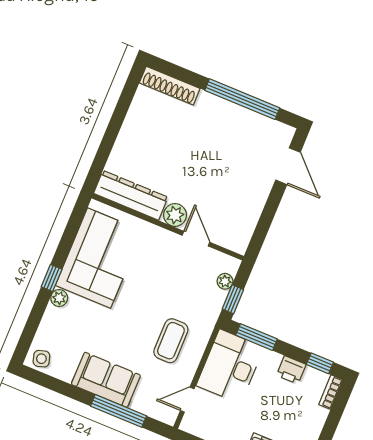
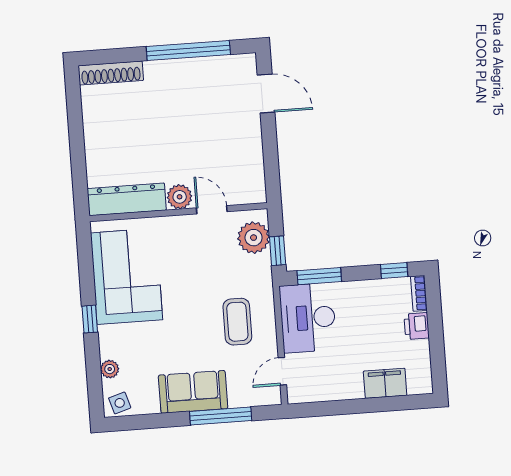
plant: (225, 281) -> (254, 238), width x1.87, depth x1.87
plant: (59, 298) -> (110, 369), moved
printer: (291, 370) -> (417, 326), moved, turned 90

